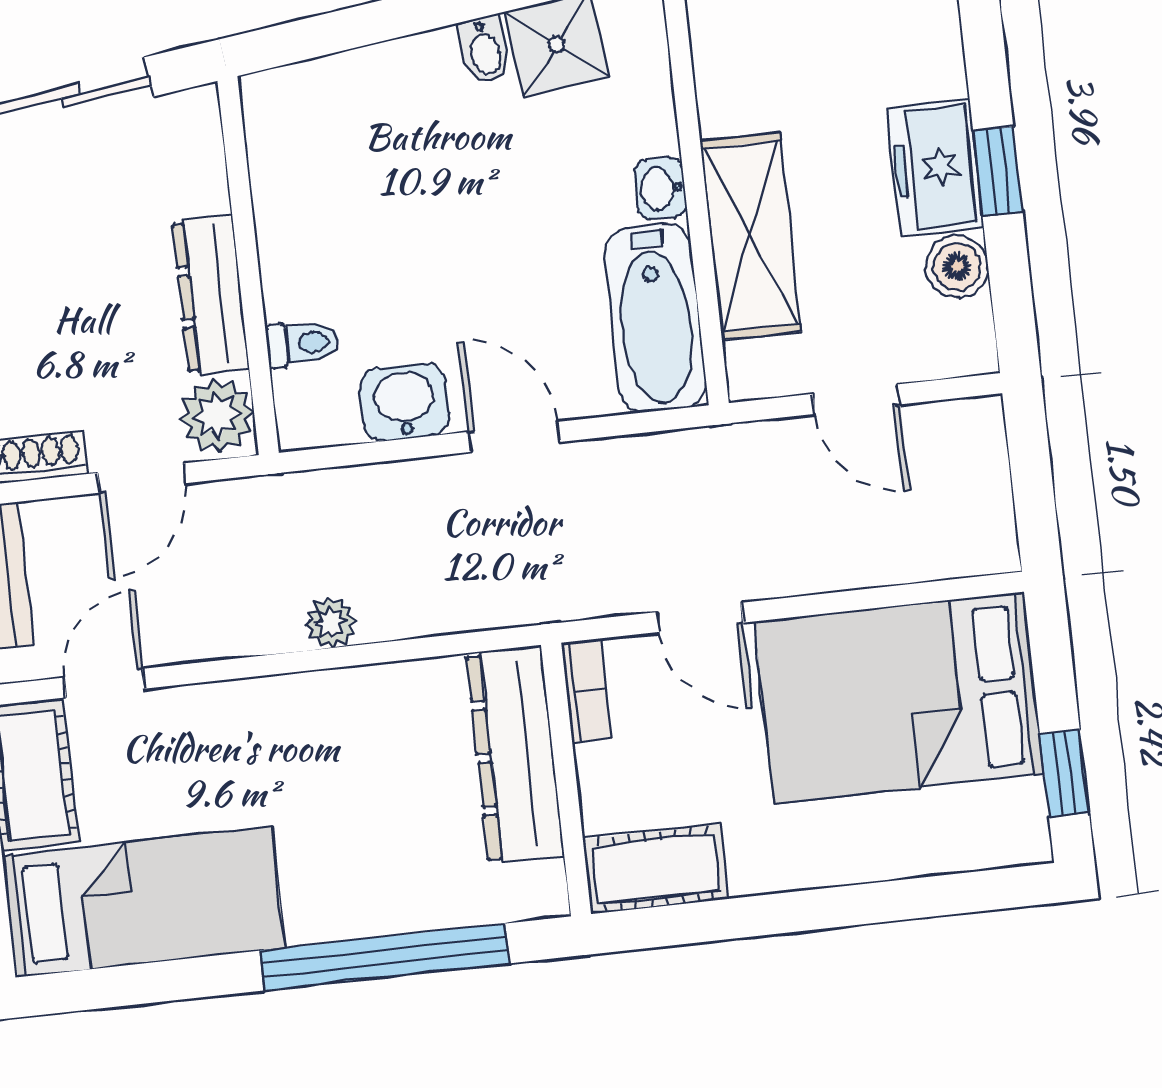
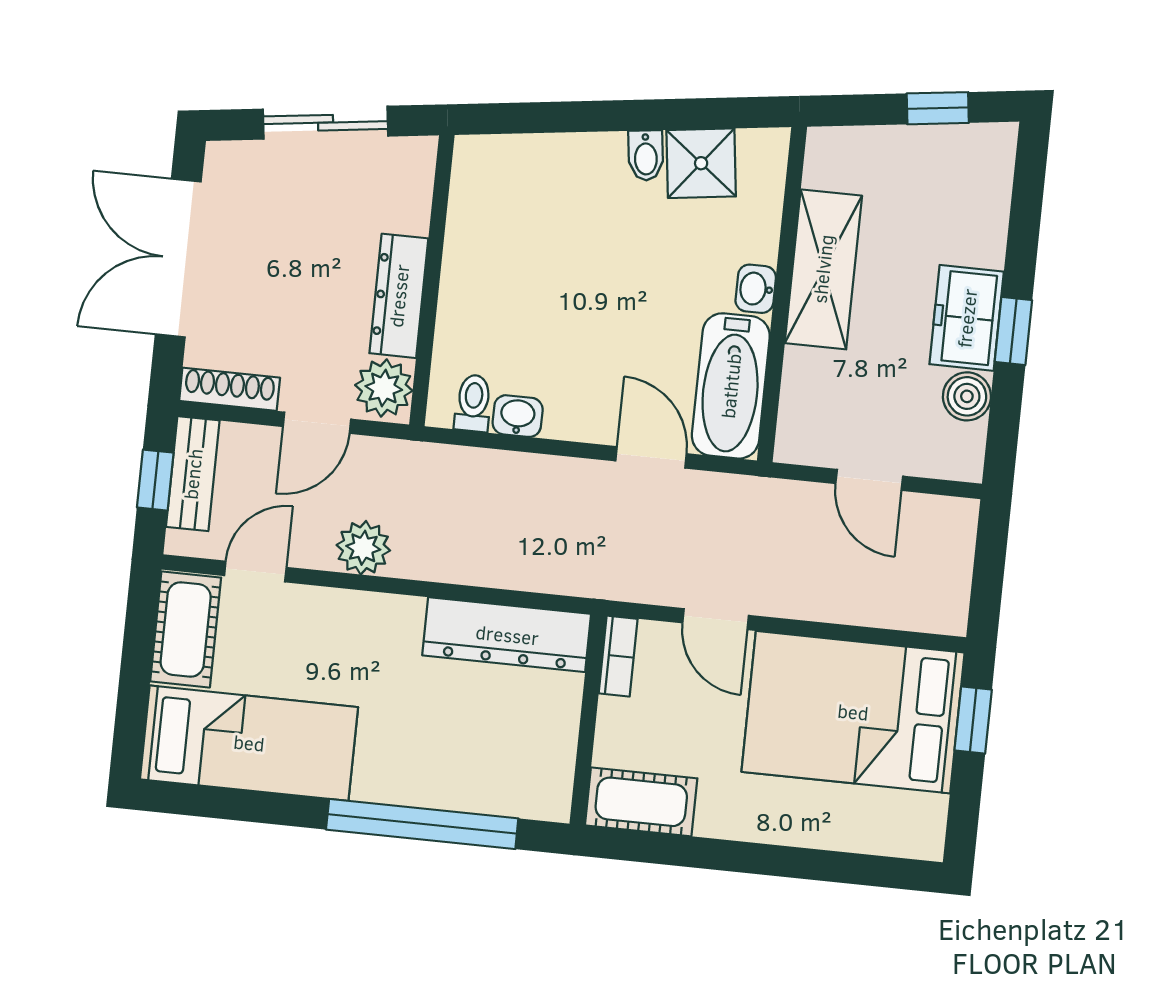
shelving: (751, 236) -> (823, 269), moved
toilet: (303, 343) -> (473, 403), moved, turned -90
washbasin: (405, 402) -> (518, 416), width x0.72, depth x0.69
door: (514, 437) -> (651, 457), moved
plant: (331, 622) -> (363, 548), moved, width x1.38, depth x1.38
dresser: (515, 755) -> (507, 635), moved, turned -90
window: (1064, 774) -> (973, 720), moved

